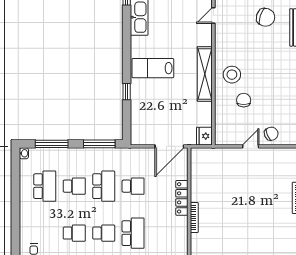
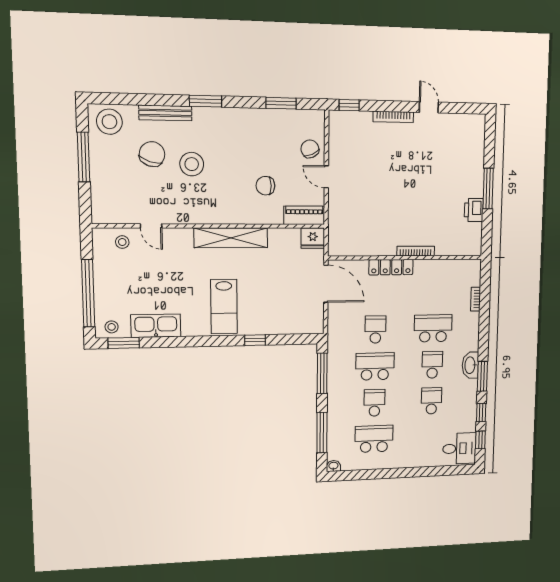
stool: (232, 75) -> (192, 164), moved
piano: (222, 130) -> (304, 215), added

